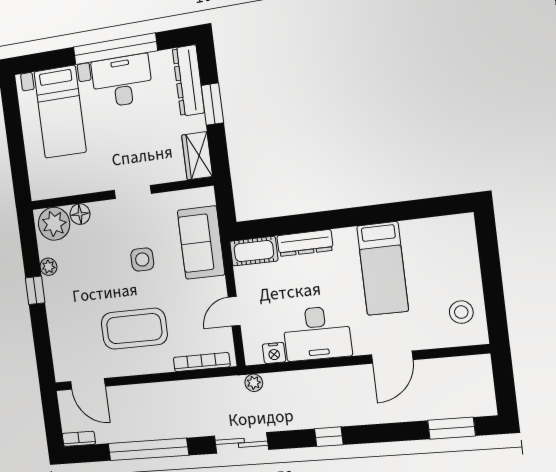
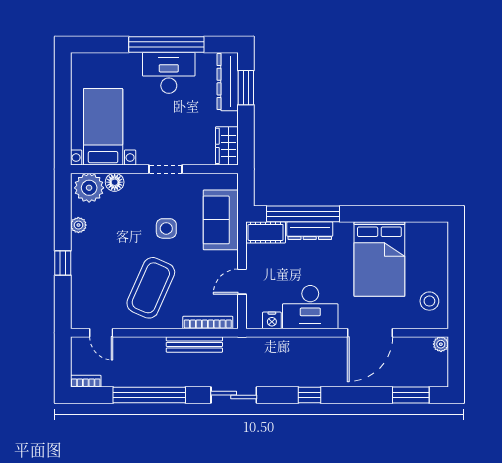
window: (212, 104) -> (246, 88), moved
bed with nightstands: (60, 112) -> (103, 127), moved, turned 180
window: (295, 224) -> (303, 214), added
bed: (383, 269) -> (379, 259), width x1.50
window: (35, 290) -> (63, 263), moved
coffee table: (134, 329) -> (151, 288), turned -66
door: (392, 357) -> (370, 333), width x1.36
plant: (254, 383) -> (441, 344), moved
door: (88, 384) -> (101, 333), width x0.73
bench: (190, 388) -> (194, 344), added

